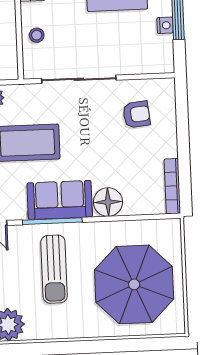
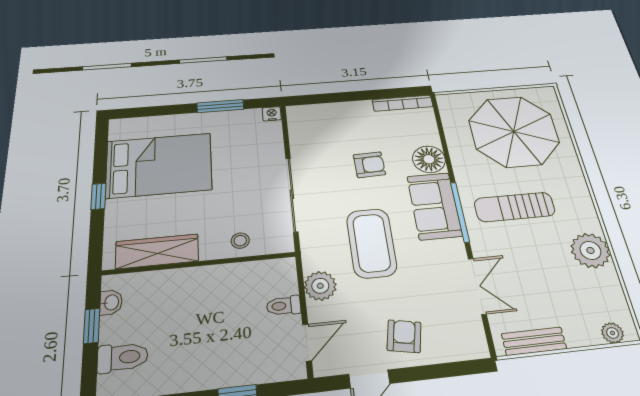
nightstand: (165, 25) -> (272, 114), moved
armchair: (136, 114) -> (369, 165), moved, turned 94
sun lounger: (54, 269) -> (515, 207), turned 180

